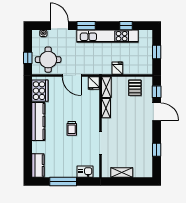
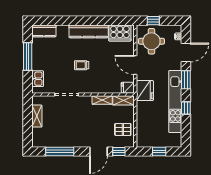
window: (126, 26) -> (186, 108), moved
fridge: (117, 68) -> (145, 91), moved, width x1.88, depth x1.34
door: (72, 76) -> (135, 65), hinge flipped
window: (157, 150) -> (60, 152), width x2.17

